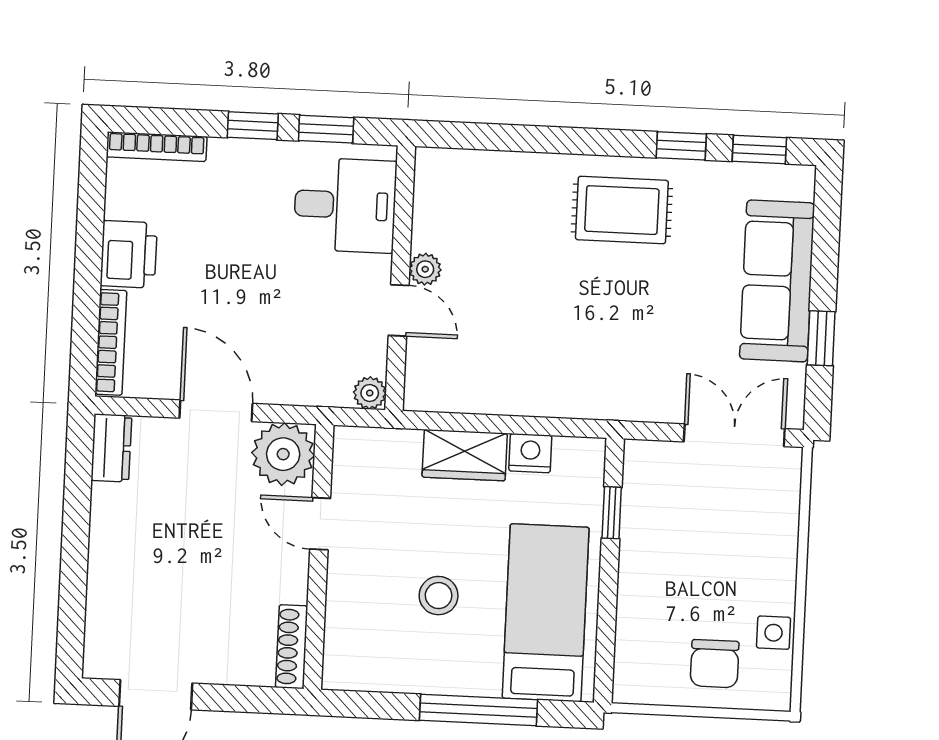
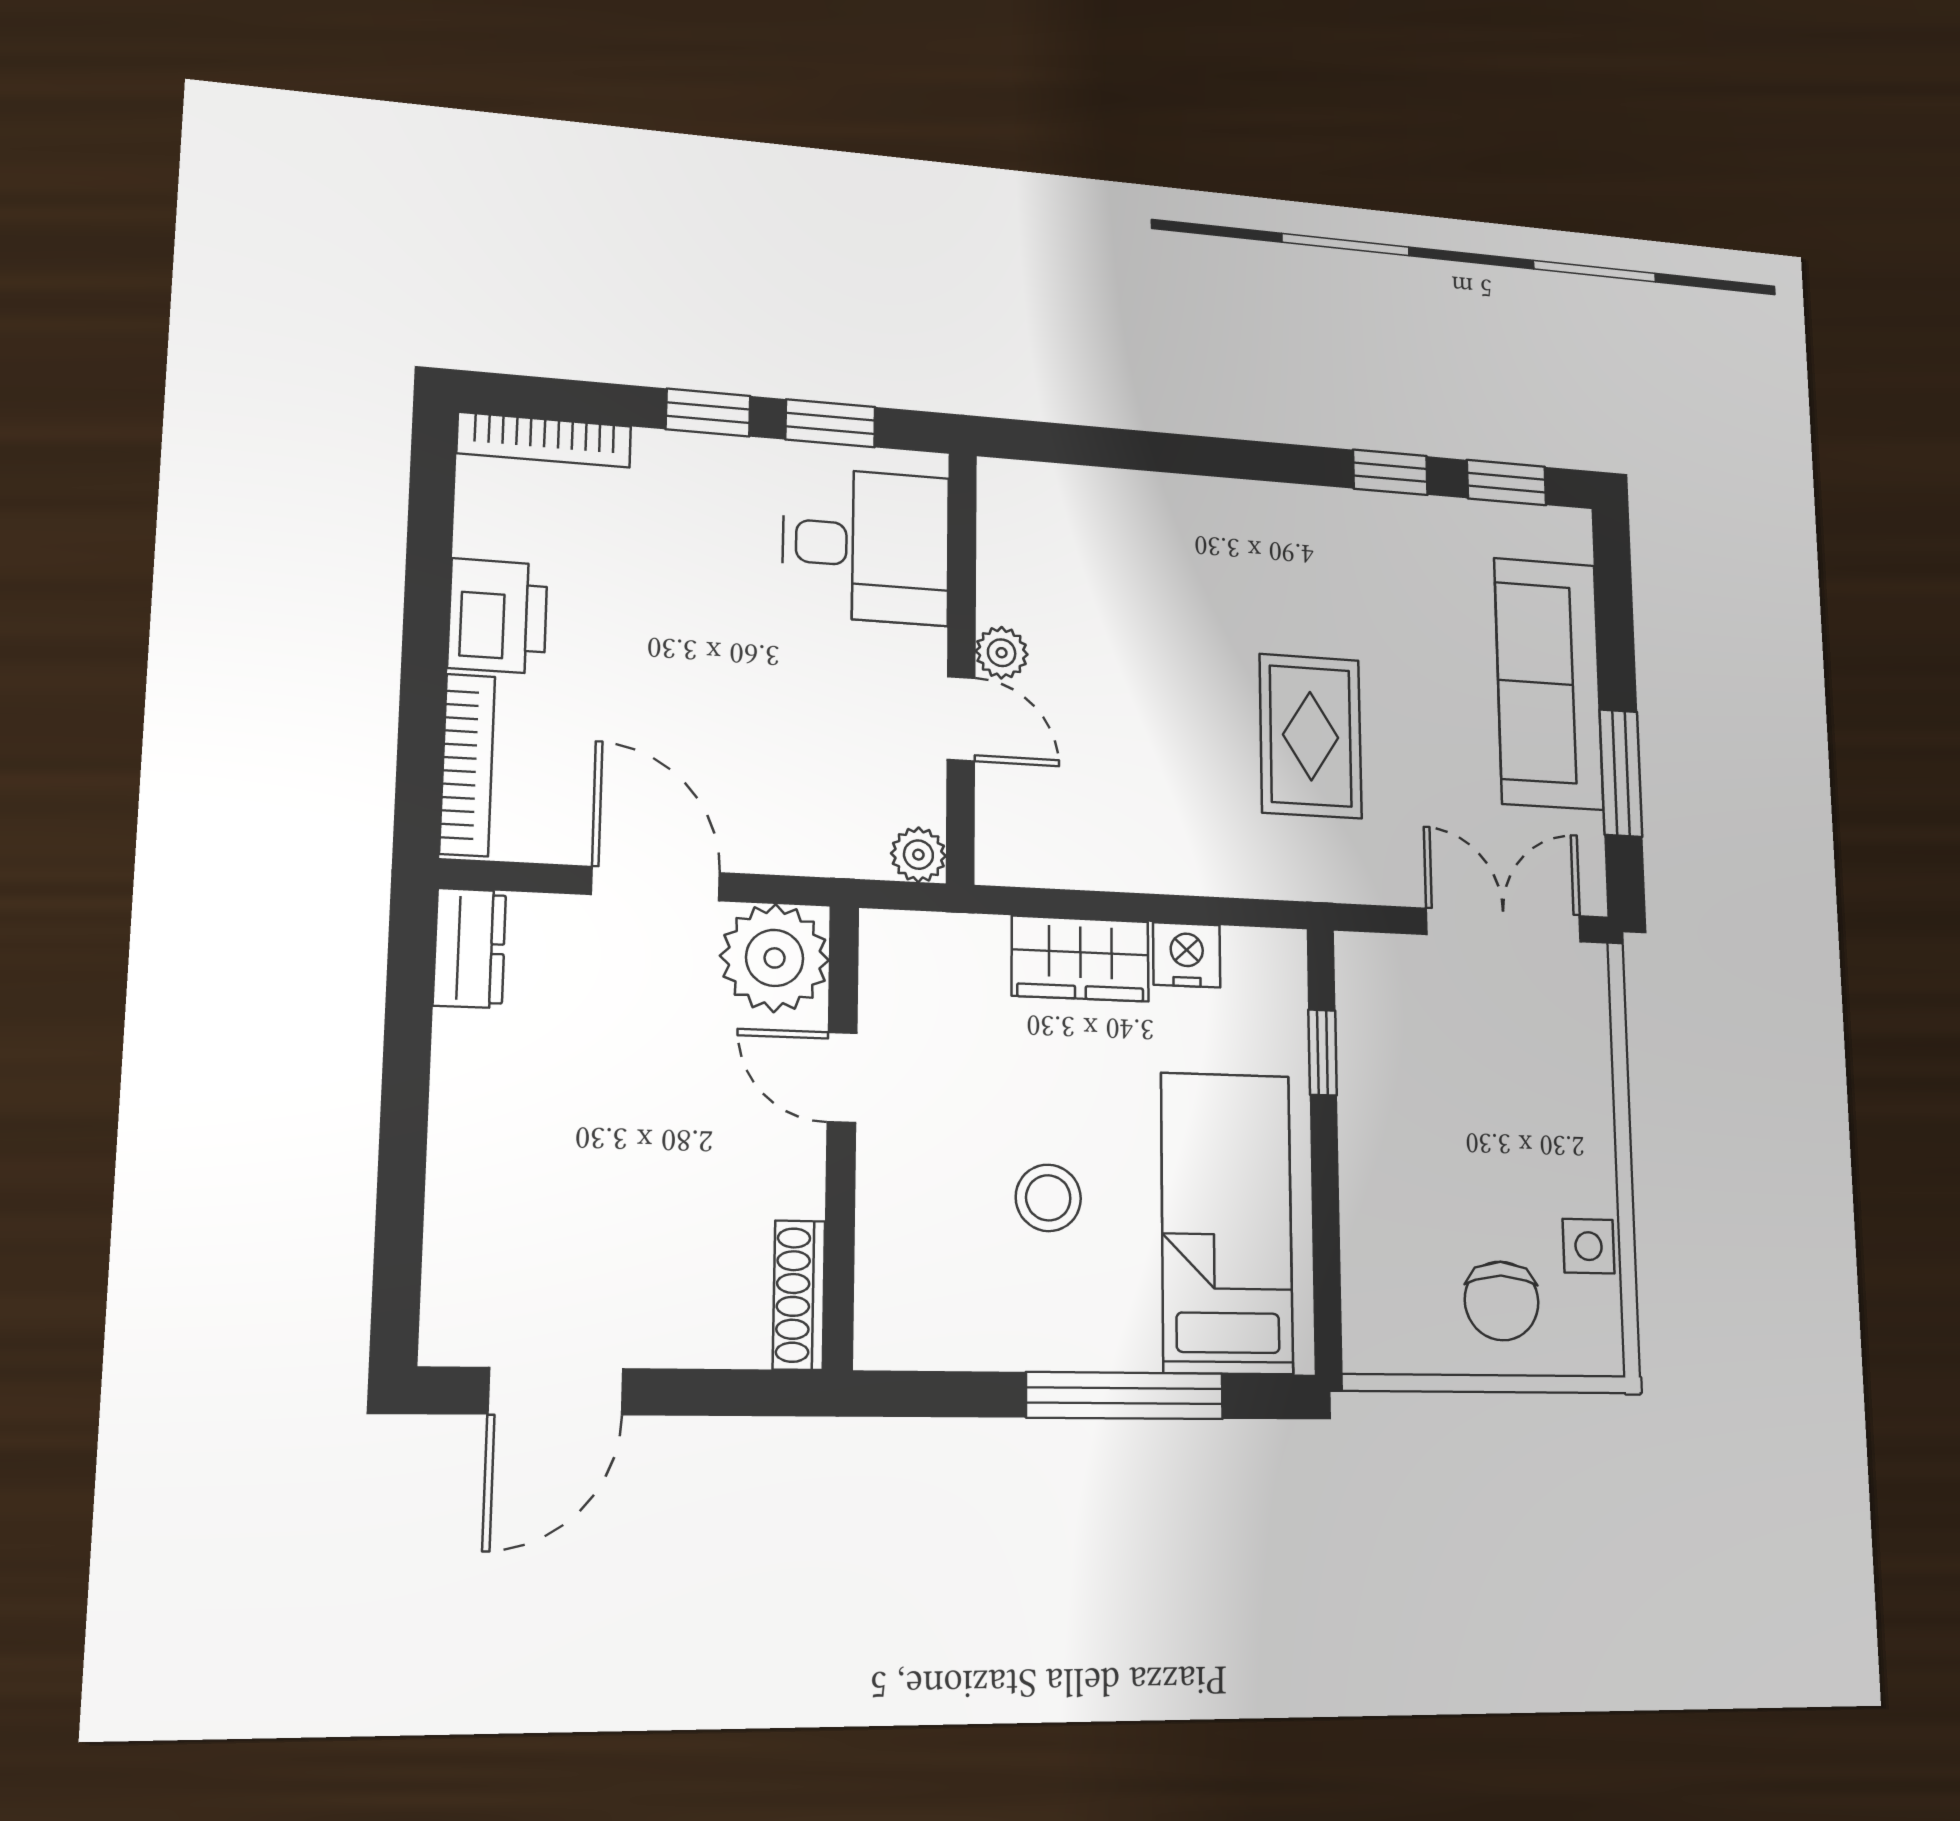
rug: (622, 210) -> (1311, 736), moved, turned 90
window: (821, 338) -> (1621, 773), width x1.50

